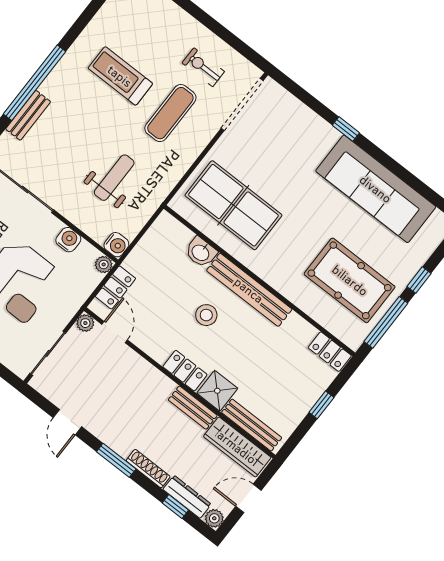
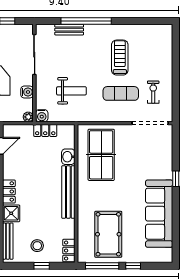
locker: (115, 287) -> (45, 130), moved
stool: (206, 315) -> (37, 246), moved

